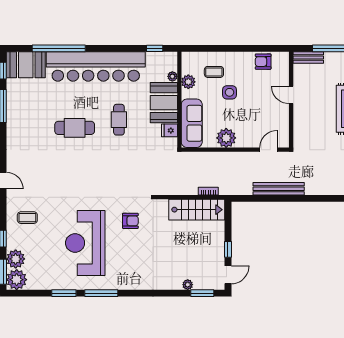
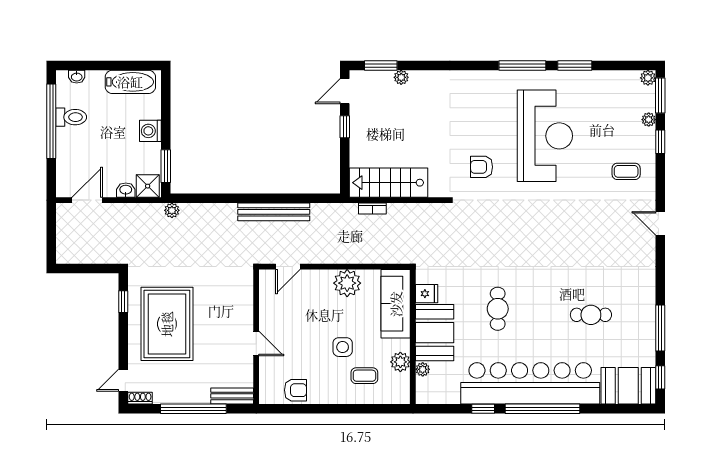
window: (59, 48) -> (542, 409), moved
window: (155, 48) -> (483, 409), moved
cafe table: (75, 128) -> (591, 315), moved, width x0.73, depth x0.74
plant: (16, 259) -> (649, 120), width x0.53, depth x0.53
plant: (17, 280) -> (648, 78), width x0.53, depth x0.53

